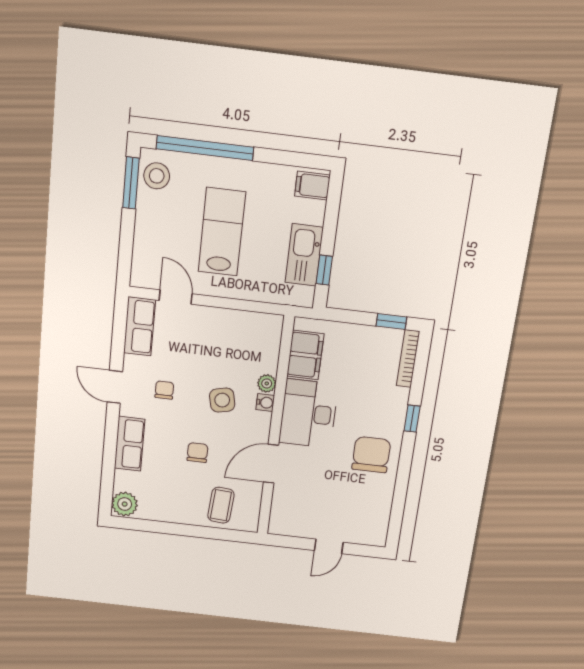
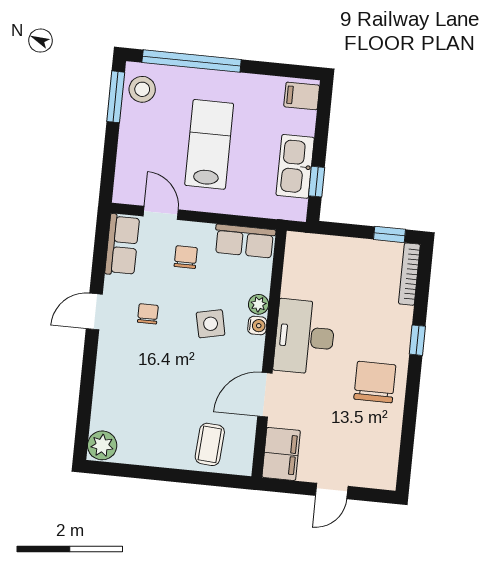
filing cabinet: (305, 355) -> (281, 454), moved
door: (115, 387) -> (94, 311), hinge flipped
row of seats: (130, 444) -> (245, 241), moved, turned 90
chair: (197, 453) -> (186, 257), moved

